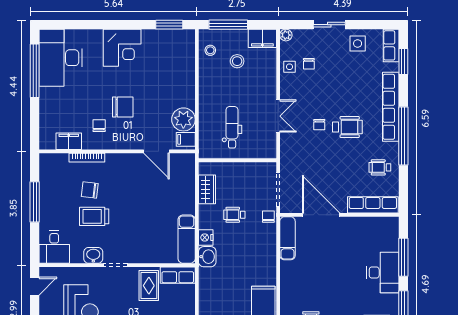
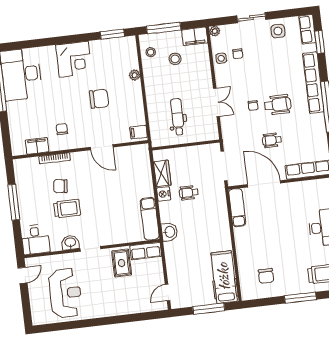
chair: (123, 107) -> (99, 99), moved
plant: (183, 119) -> (135, 75), moved, width x0.53, depth x0.53
door: (156, 151) -> (102, 147), moved
wheelchair: (380, 167) -> (272, 140), moved
trolley: (94, 216) -> (67, 209), turned 180
chair: (268, 217) -> (218, 191), removed
nightstand: (206, 238) -> (164, 194), moved

